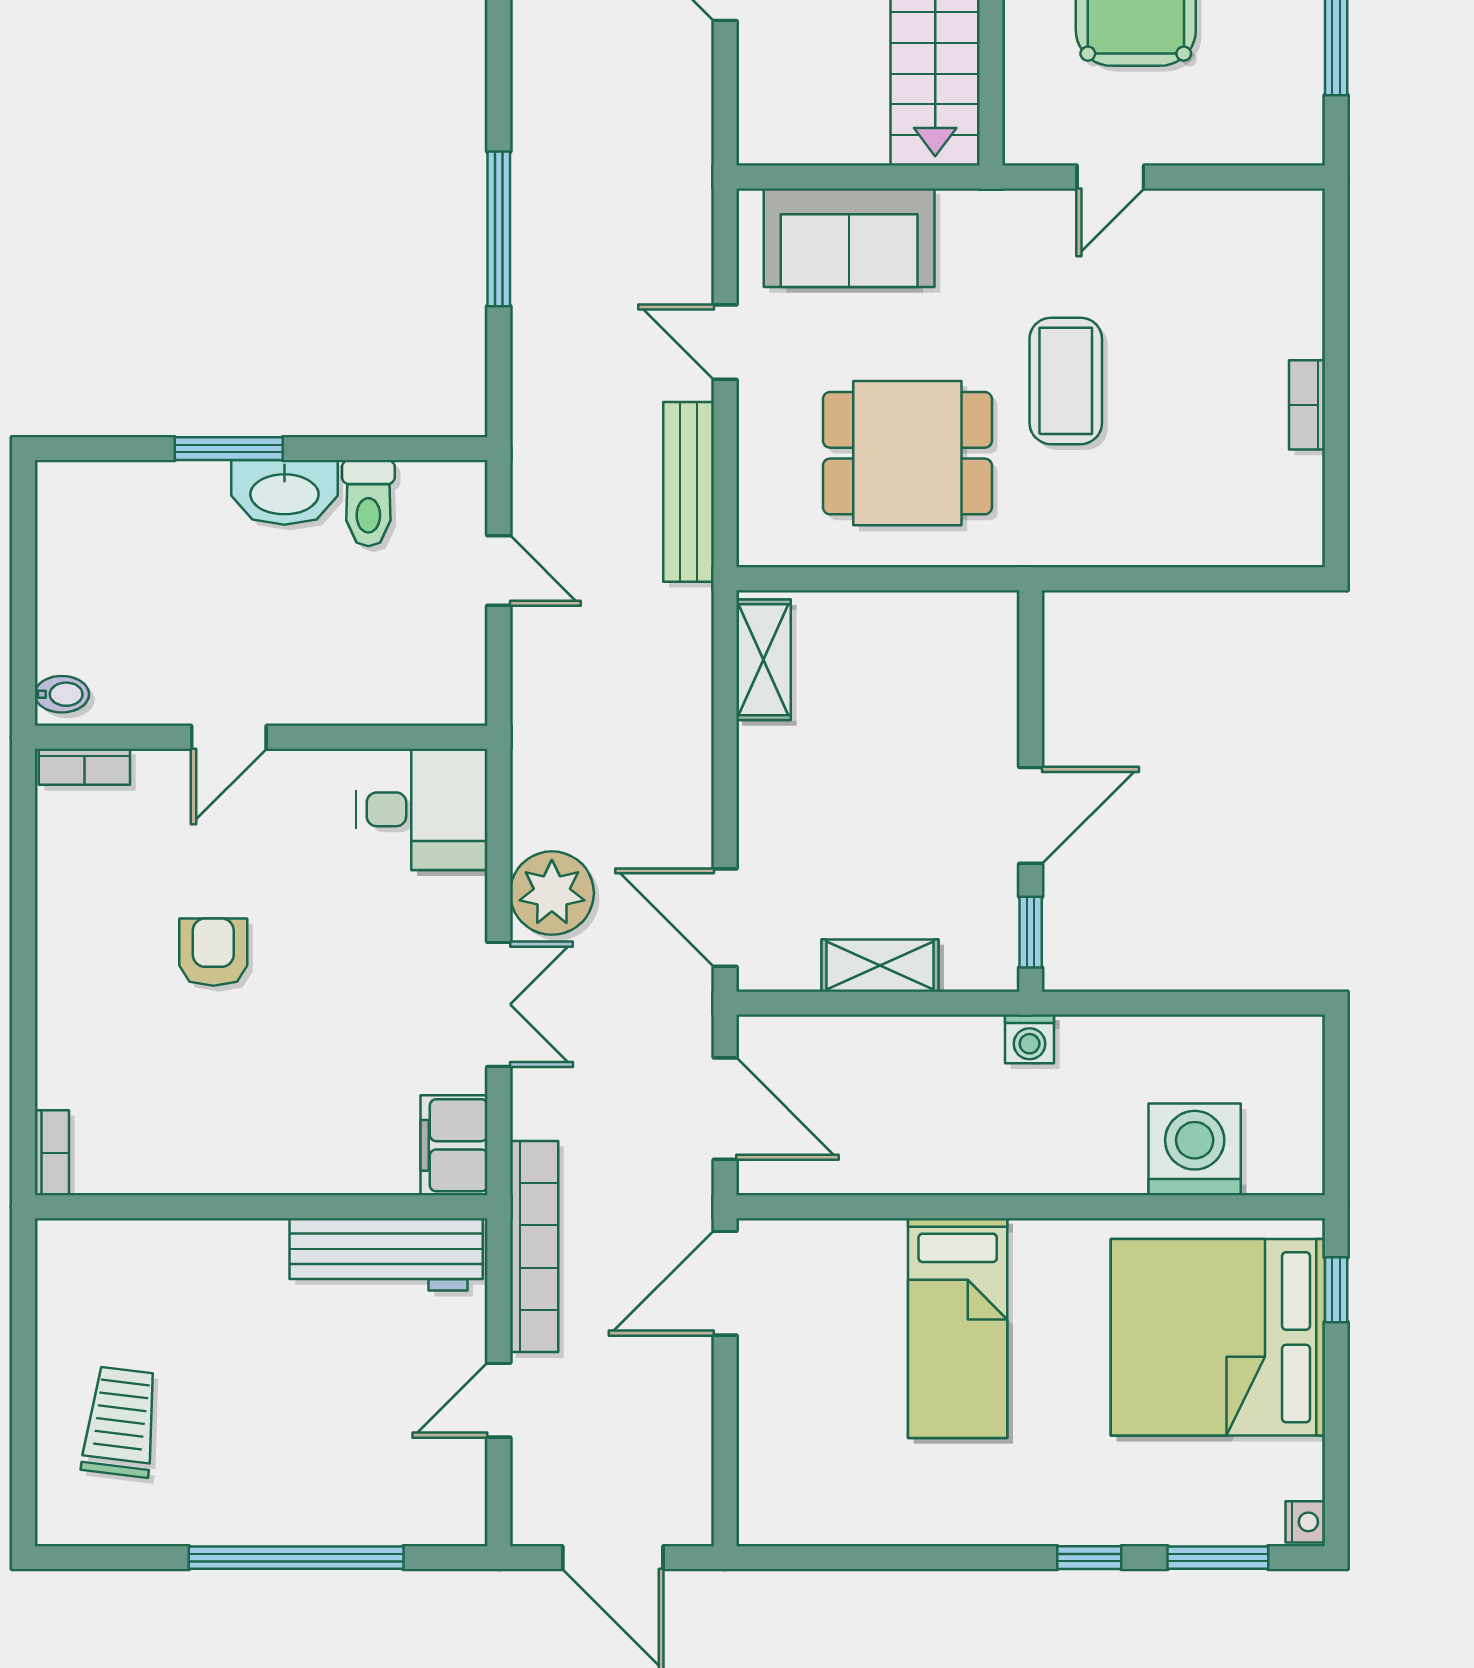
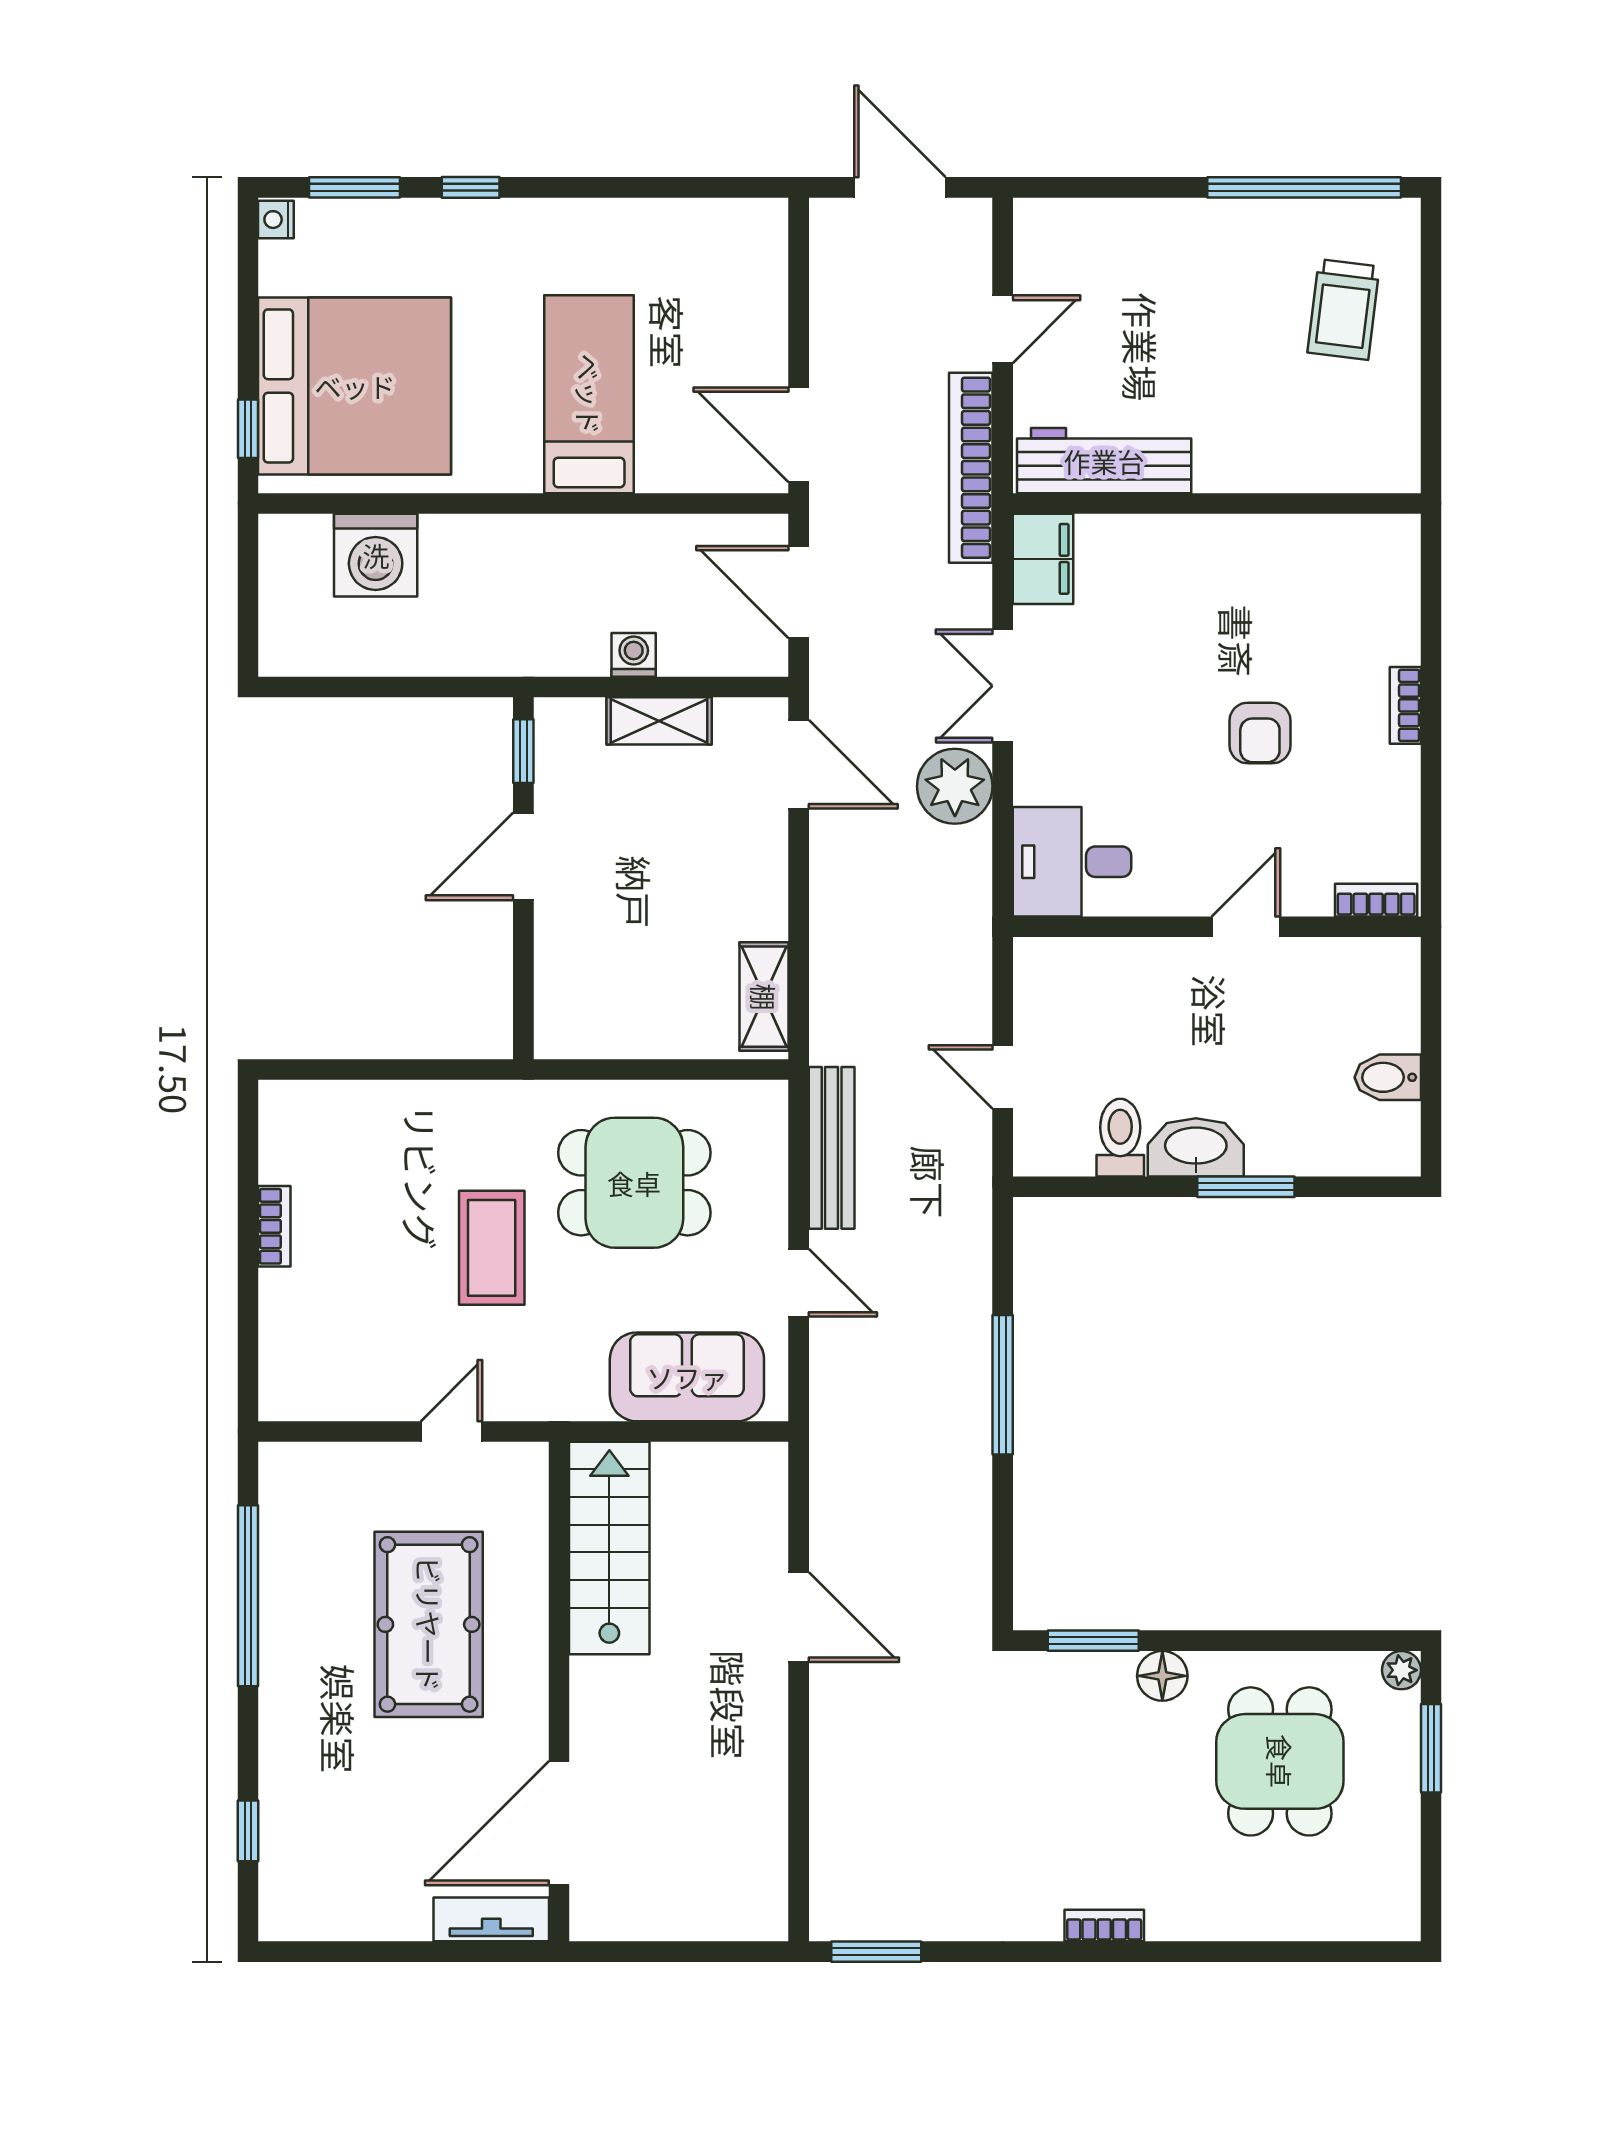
bidet: (62, 694) -> (1388, 1077), moved, width x1.38, depth x1.36
washing machine: (1030, 1039) -> (634, 655), moved
bookcase: (52, 1153) -> (1405, 705), moved
door: (725, 1283) -> (799, 435), swing flipped
window: (296, 1558) -> (1304, 187), moved

